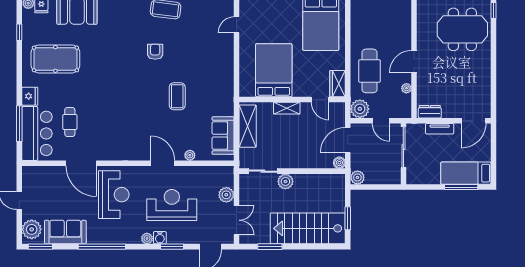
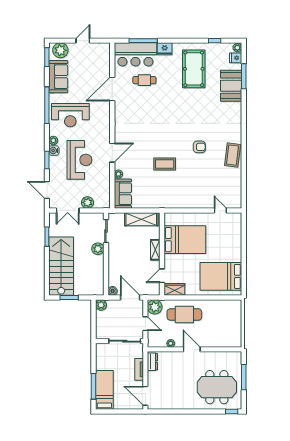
meeting table: (462, 29) -> (217, 387), turned 90
door: (381, 121) -> (145, 324), swing flipped
sofa: (223, 136) -> (123, 194), moved, turned 90
reception desk: (114, 195) -> (70, 115), moved

